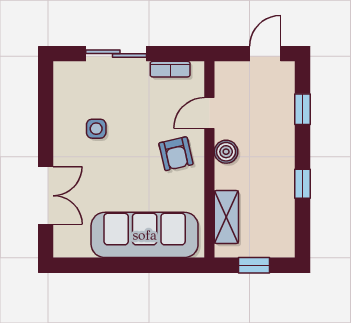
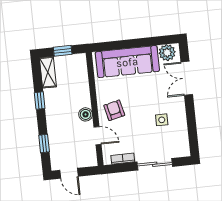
door: (265, 54) -> (69, 173), hinge flipped
door: (209, 113) -> (97, 136), hinge flipped
shelving: (226, 217) -> (48, 72), moved
plant: (75, 243) -> (167, 53), added

